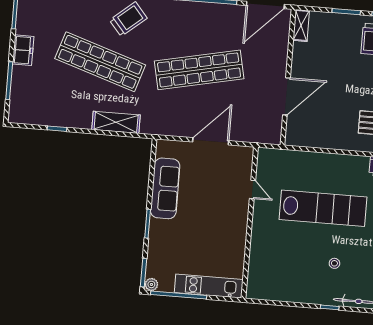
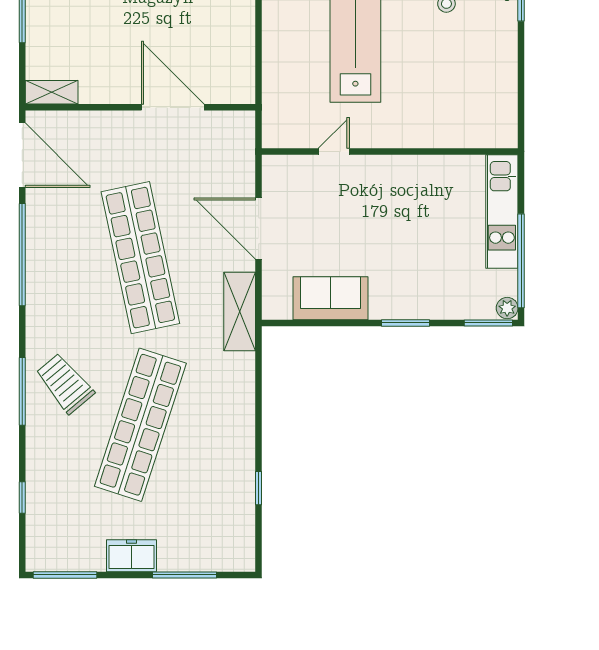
shelving: (116, 122) -> (240, 311), moved
sofa: (165, 188) -> (331, 298), width x0.73

